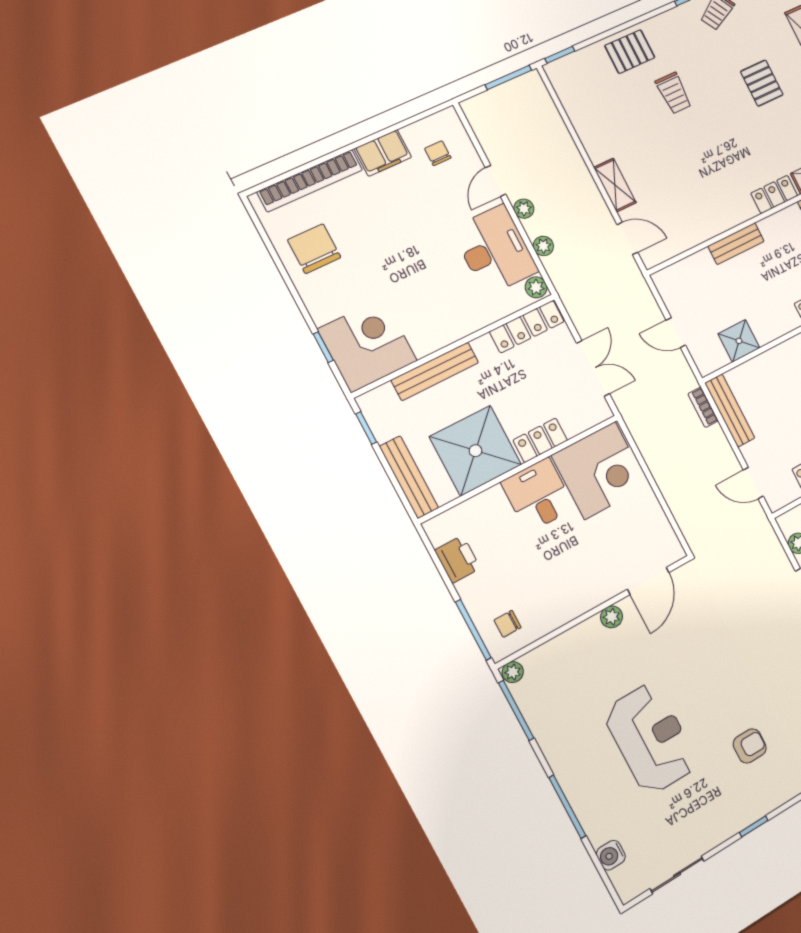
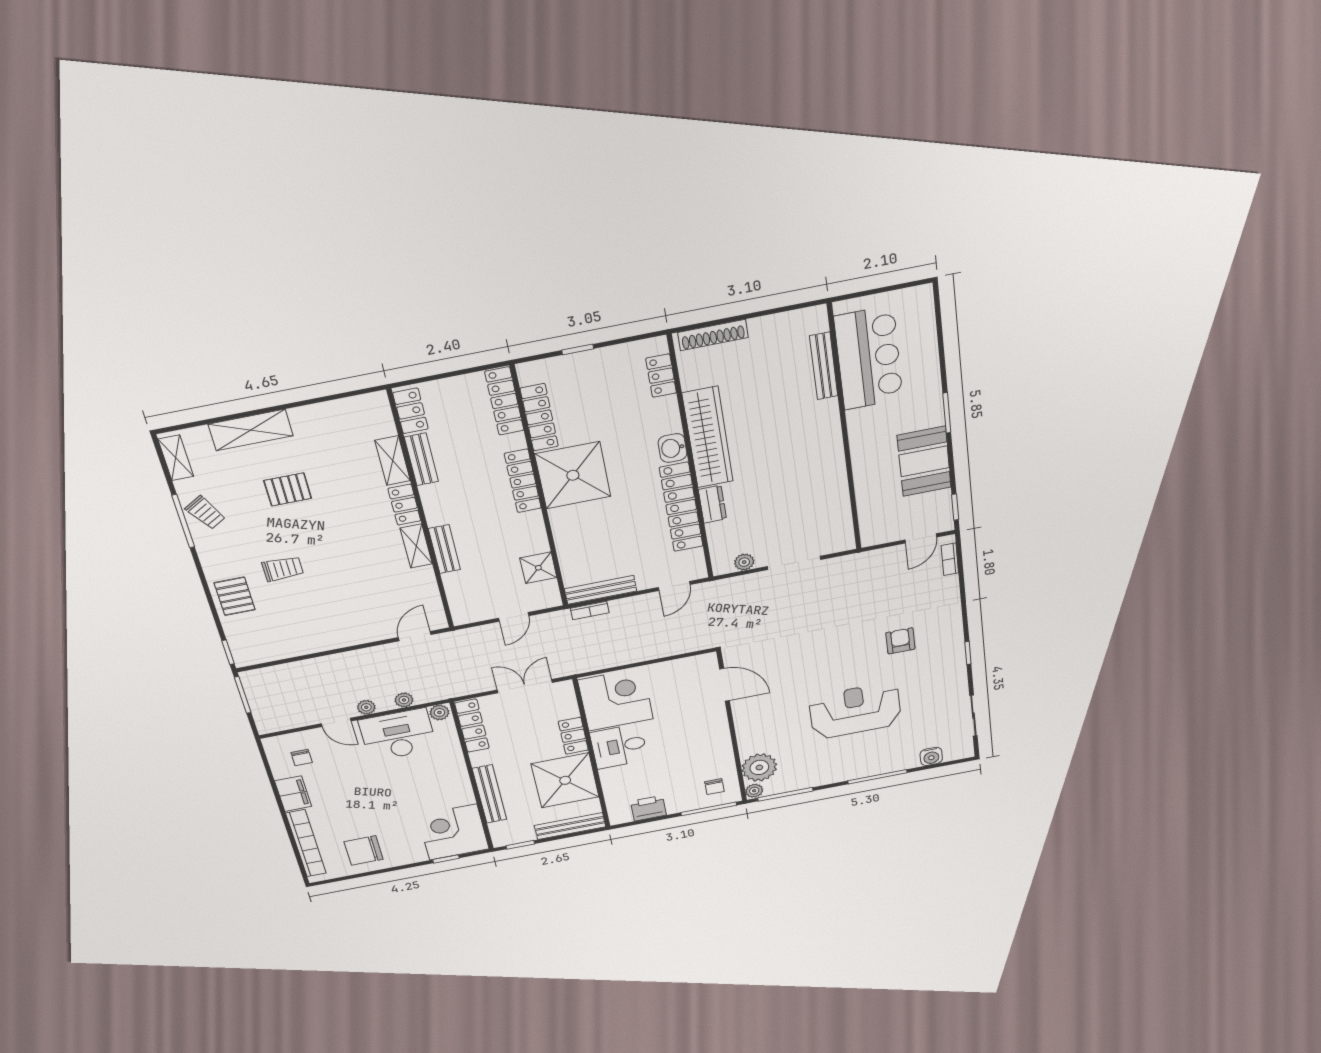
chair: (438, 153) -> (302, 757), turned -90
shelving: (615, 185) -> (416, 546), moved, turned 90
plant: (612, 617) -> (759, 767), moved, width x1.88, depth x1.88

